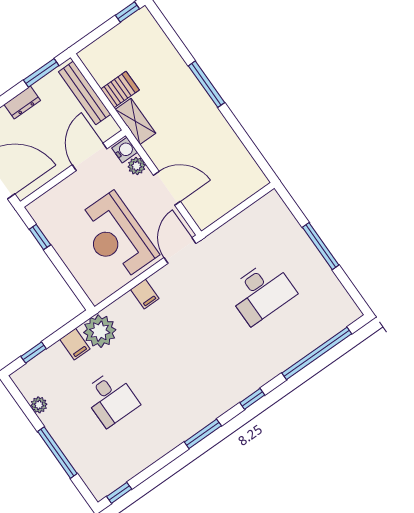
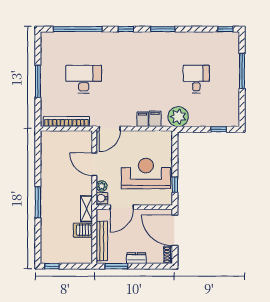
bookcase: (245, 219) -> (66, 122), added
reception desk: (116, 237) -> (146, 174), moved, turned -90
filing cabinet: (75, 344) -> (155, 119), moved
plant: (39, 405) -> (234, 101), removed

